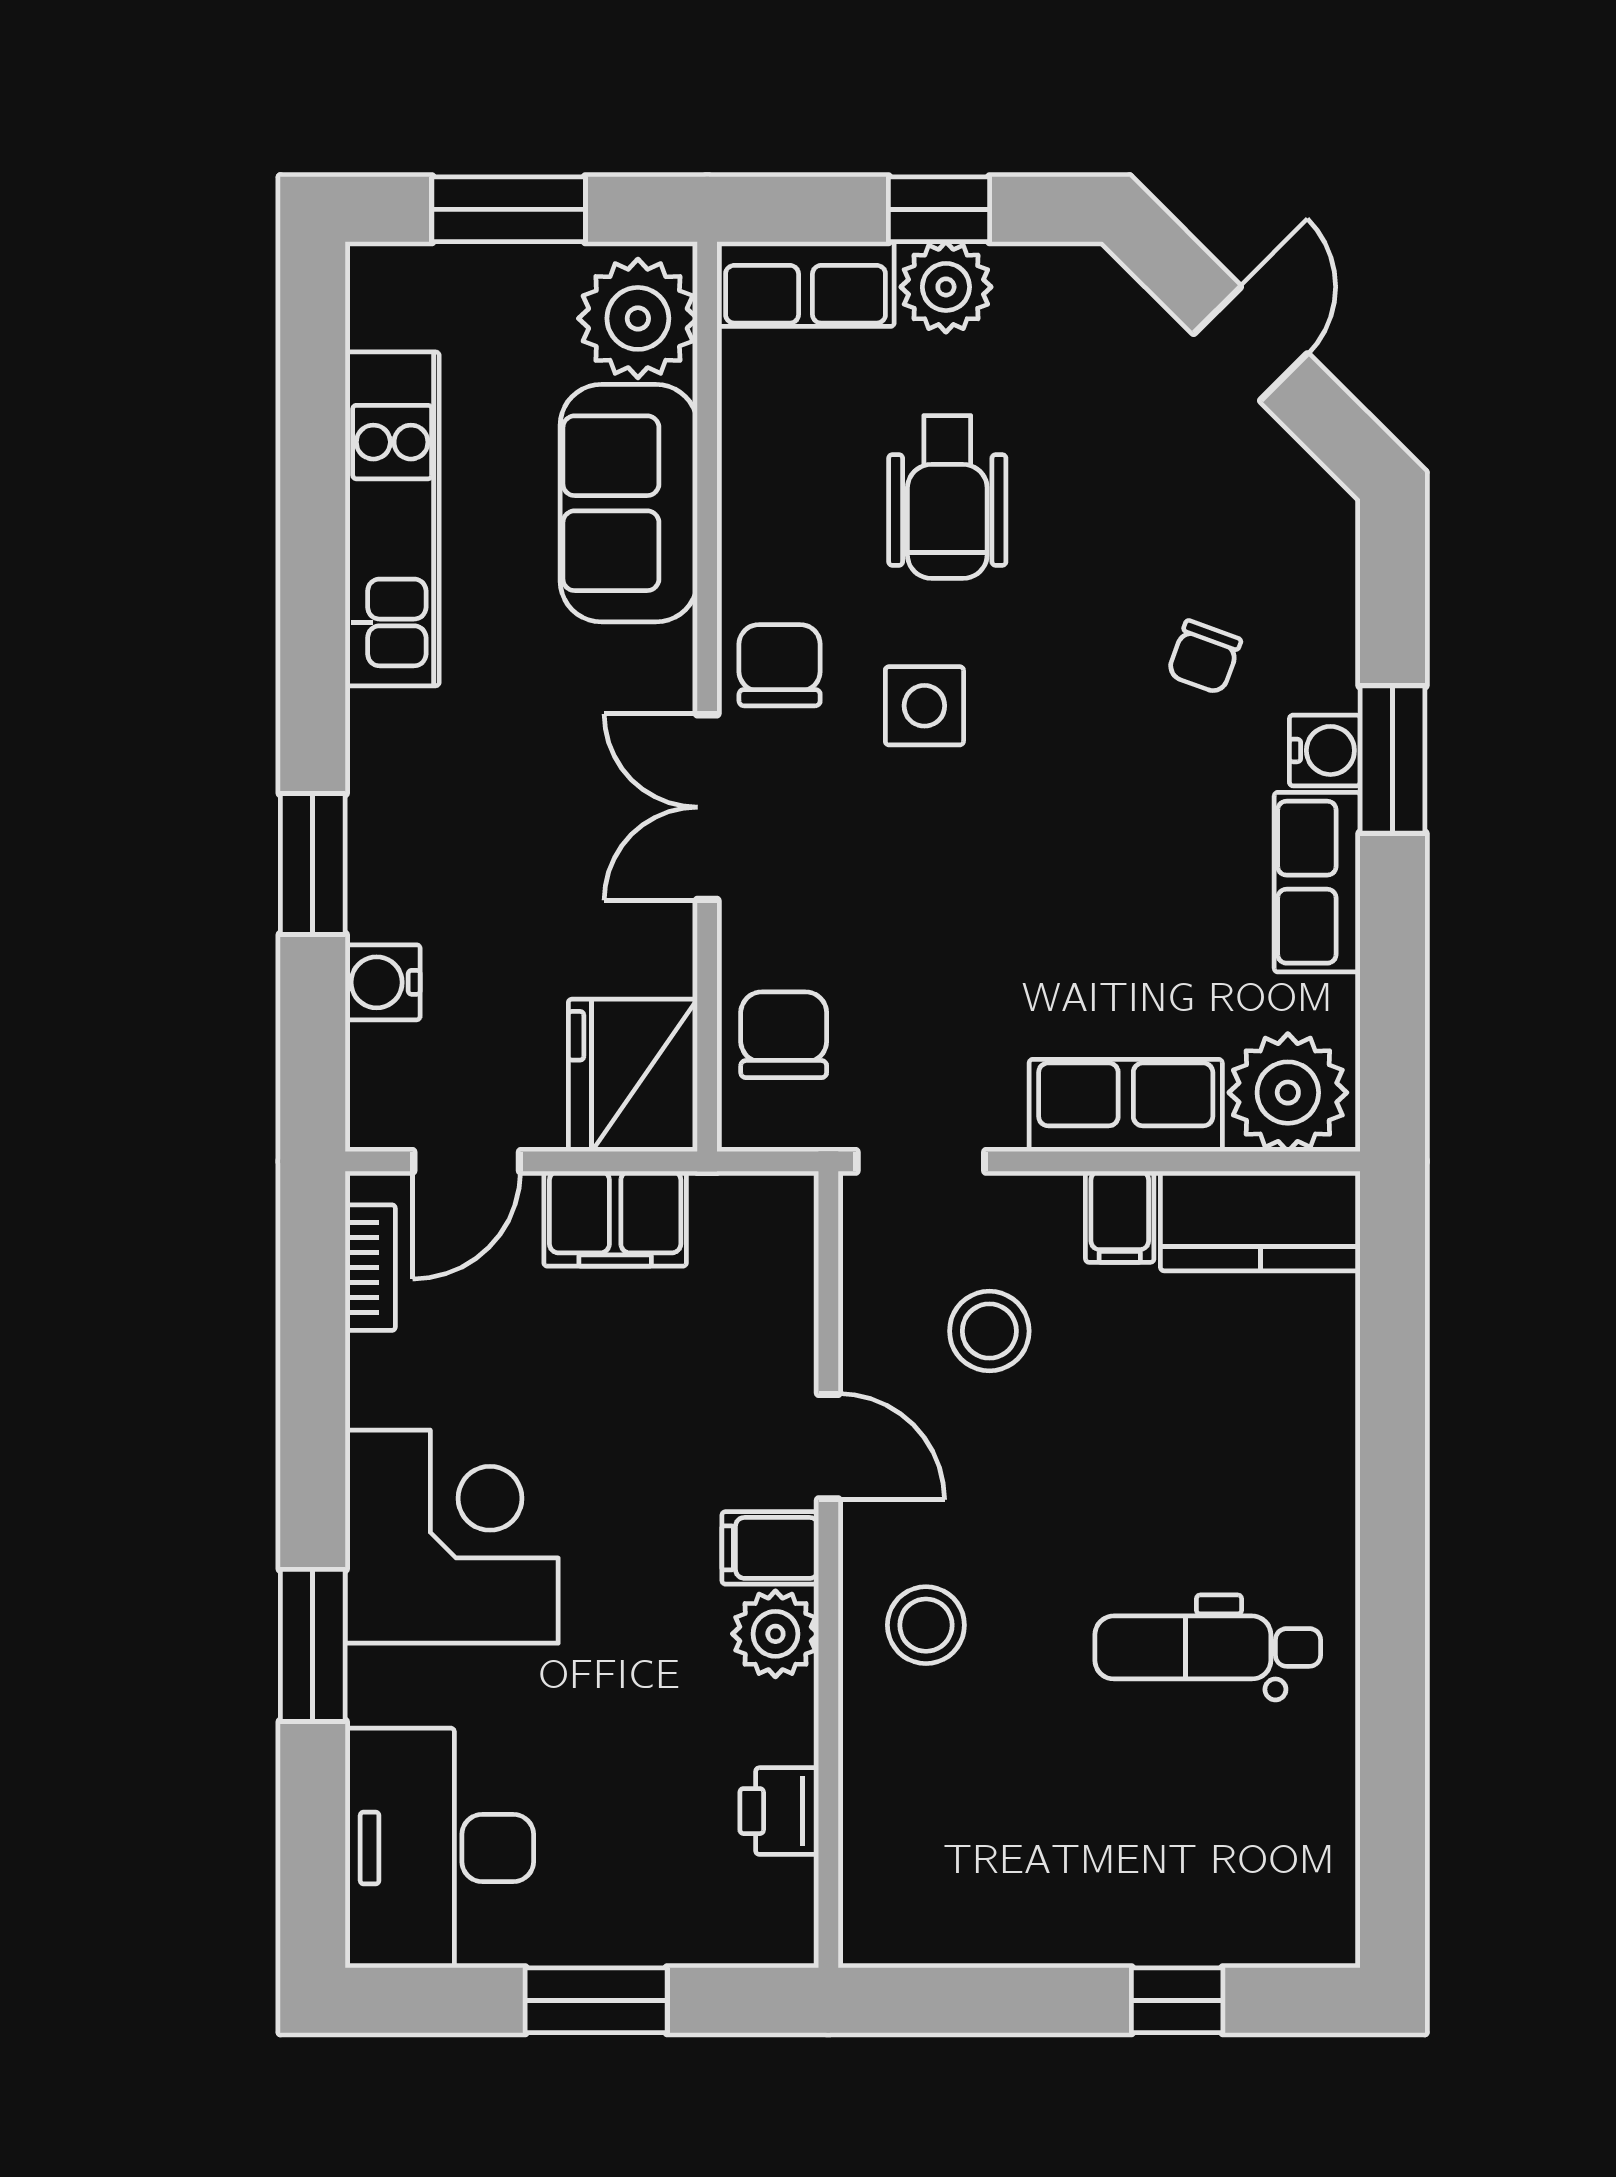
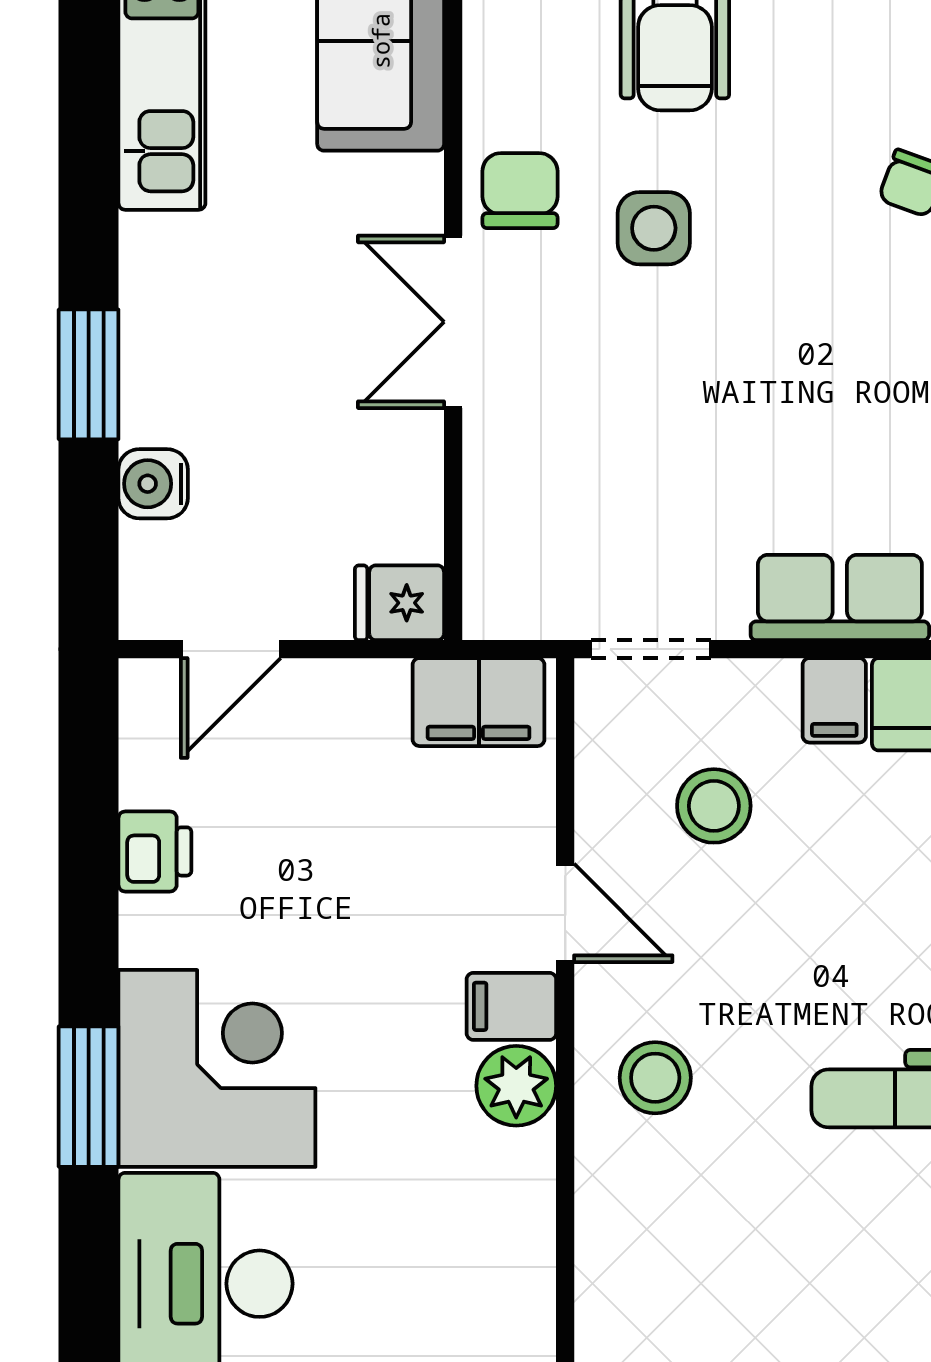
chair: (784, 1035) -> (524, 532), removed
fridge: (633, 1075) -> (400, 603), width x0.53, depth x0.75
filing cabinet: (615, 1219) -> (479, 702), moved
bookcase: (370, 1268) -> (142, 747), removed
corner desk: (452, 1537) -> (217, 1068), moved
printer: (779, 1811) -> (155, 851), moved, turned 180

